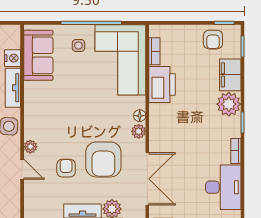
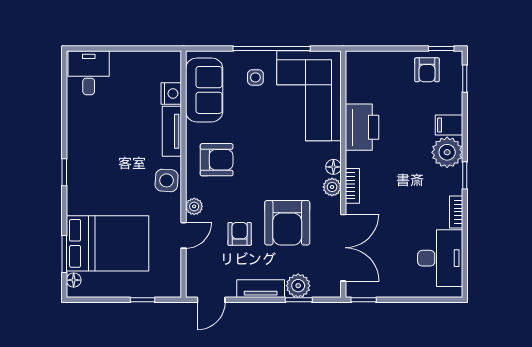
bookcase: (154, 51) -> (352, 186), moved
filing cabinet: (230, 75) -> (449, 125), width x0.50
armchair: (48, 110) -> (217, 160), added
door: (22, 169) -> (184, 235), hinge flipped

